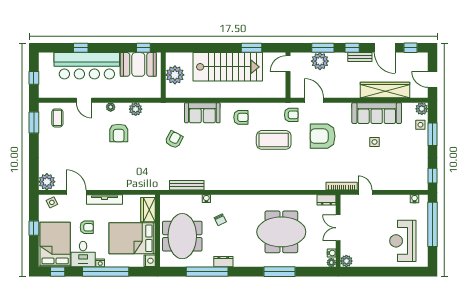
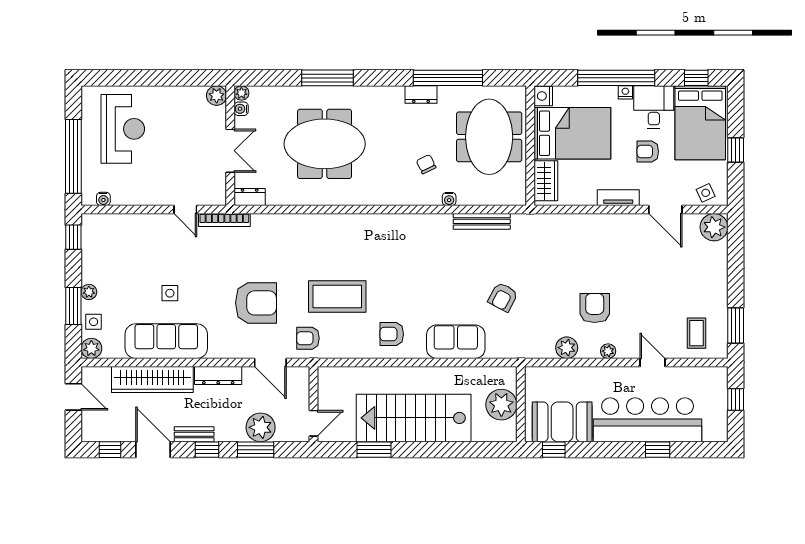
dresser: (345, 92) -> (218, 376), added
plant: (423, 143) -> (89, 292), added
tv unit: (104, 199) -> (618, 198), width x0.71

